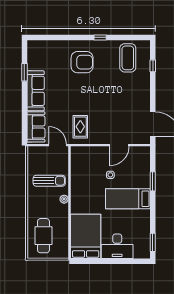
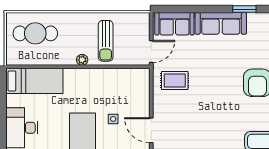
bed: (86, 236) -> (34, 81), width x0.67

